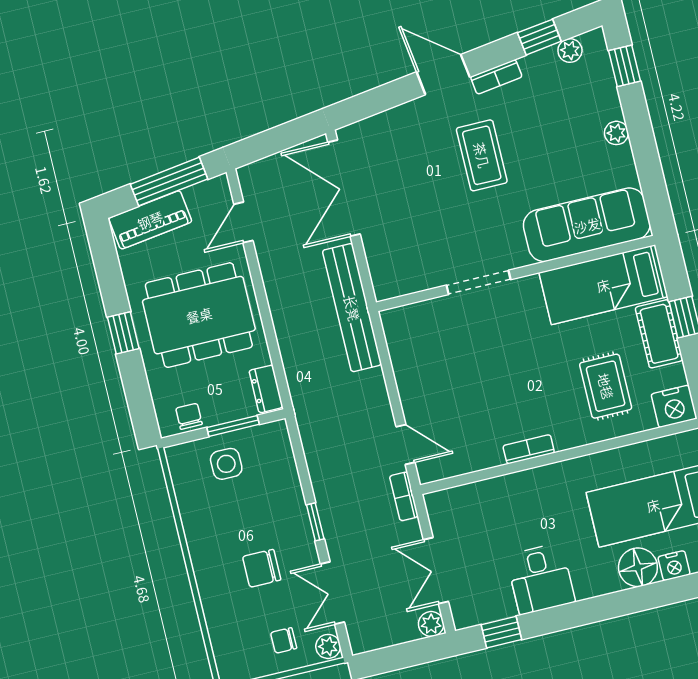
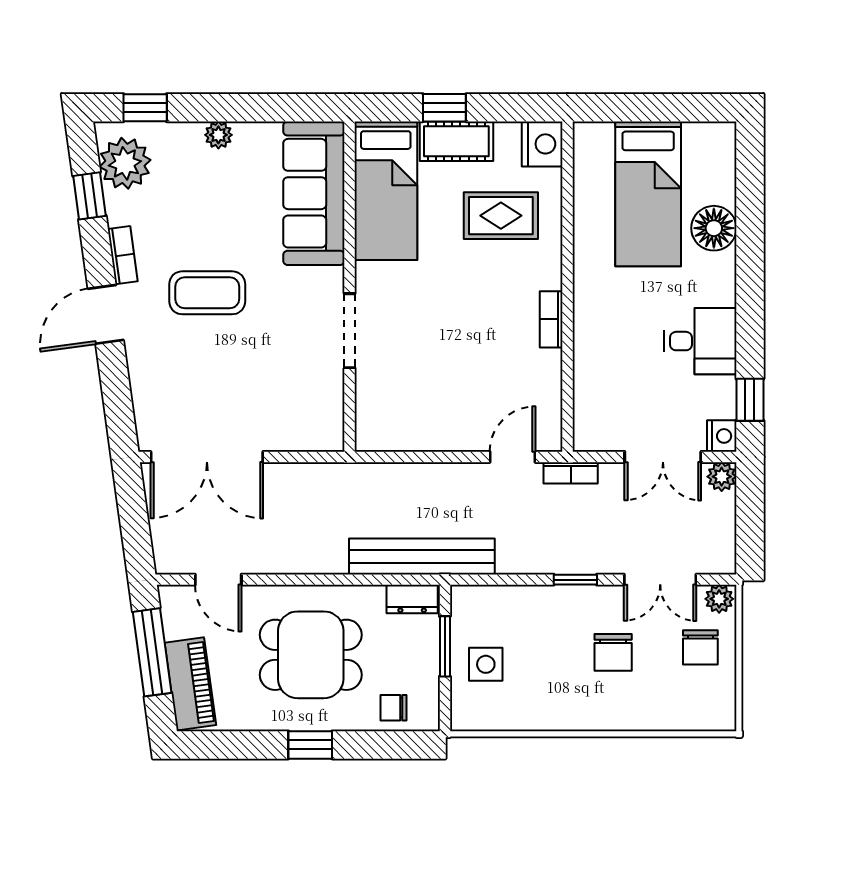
plant: (570, 51) -> (125, 163), width x1.87, depth x1.87
bench: (352, 308) -> (422, 556), moved
dining table: (199, 315) -> (311, 655), width x0.73
chair: (189, 416) -> (394, 708), moved
nightstand: (674, 566) -> (722, 436), moved
chair: (284, 640) -> (700, 647), width x1.37, depth x1.37

